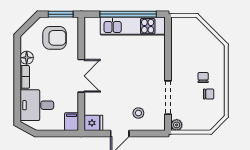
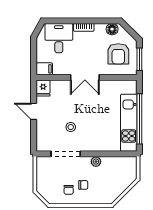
floor lamp: (27, 58) -> (112, 29), moved
stool: (138, 113) -> (71, 127), moved
plant: (177, 125) -> (96, 162), moved

